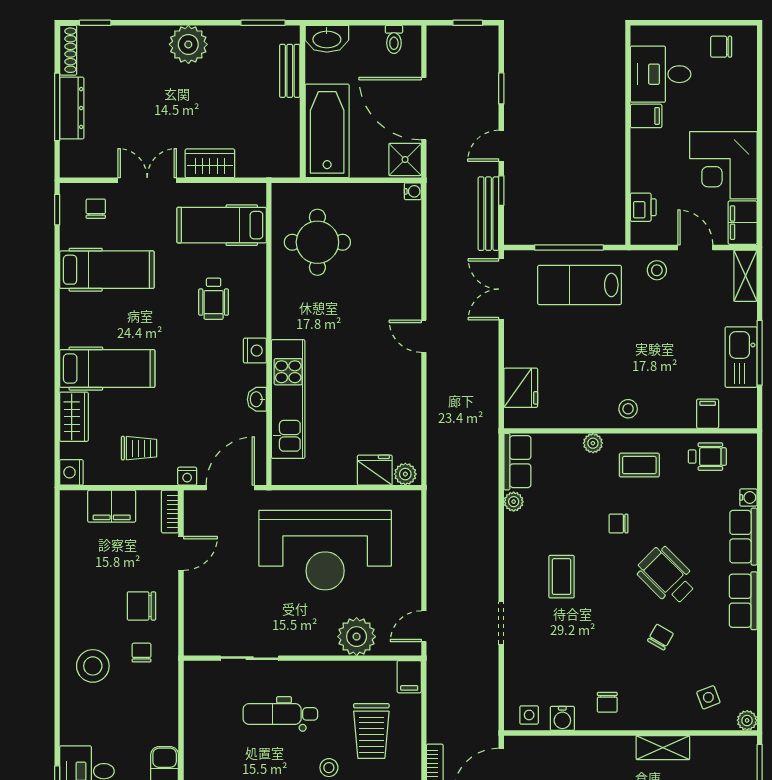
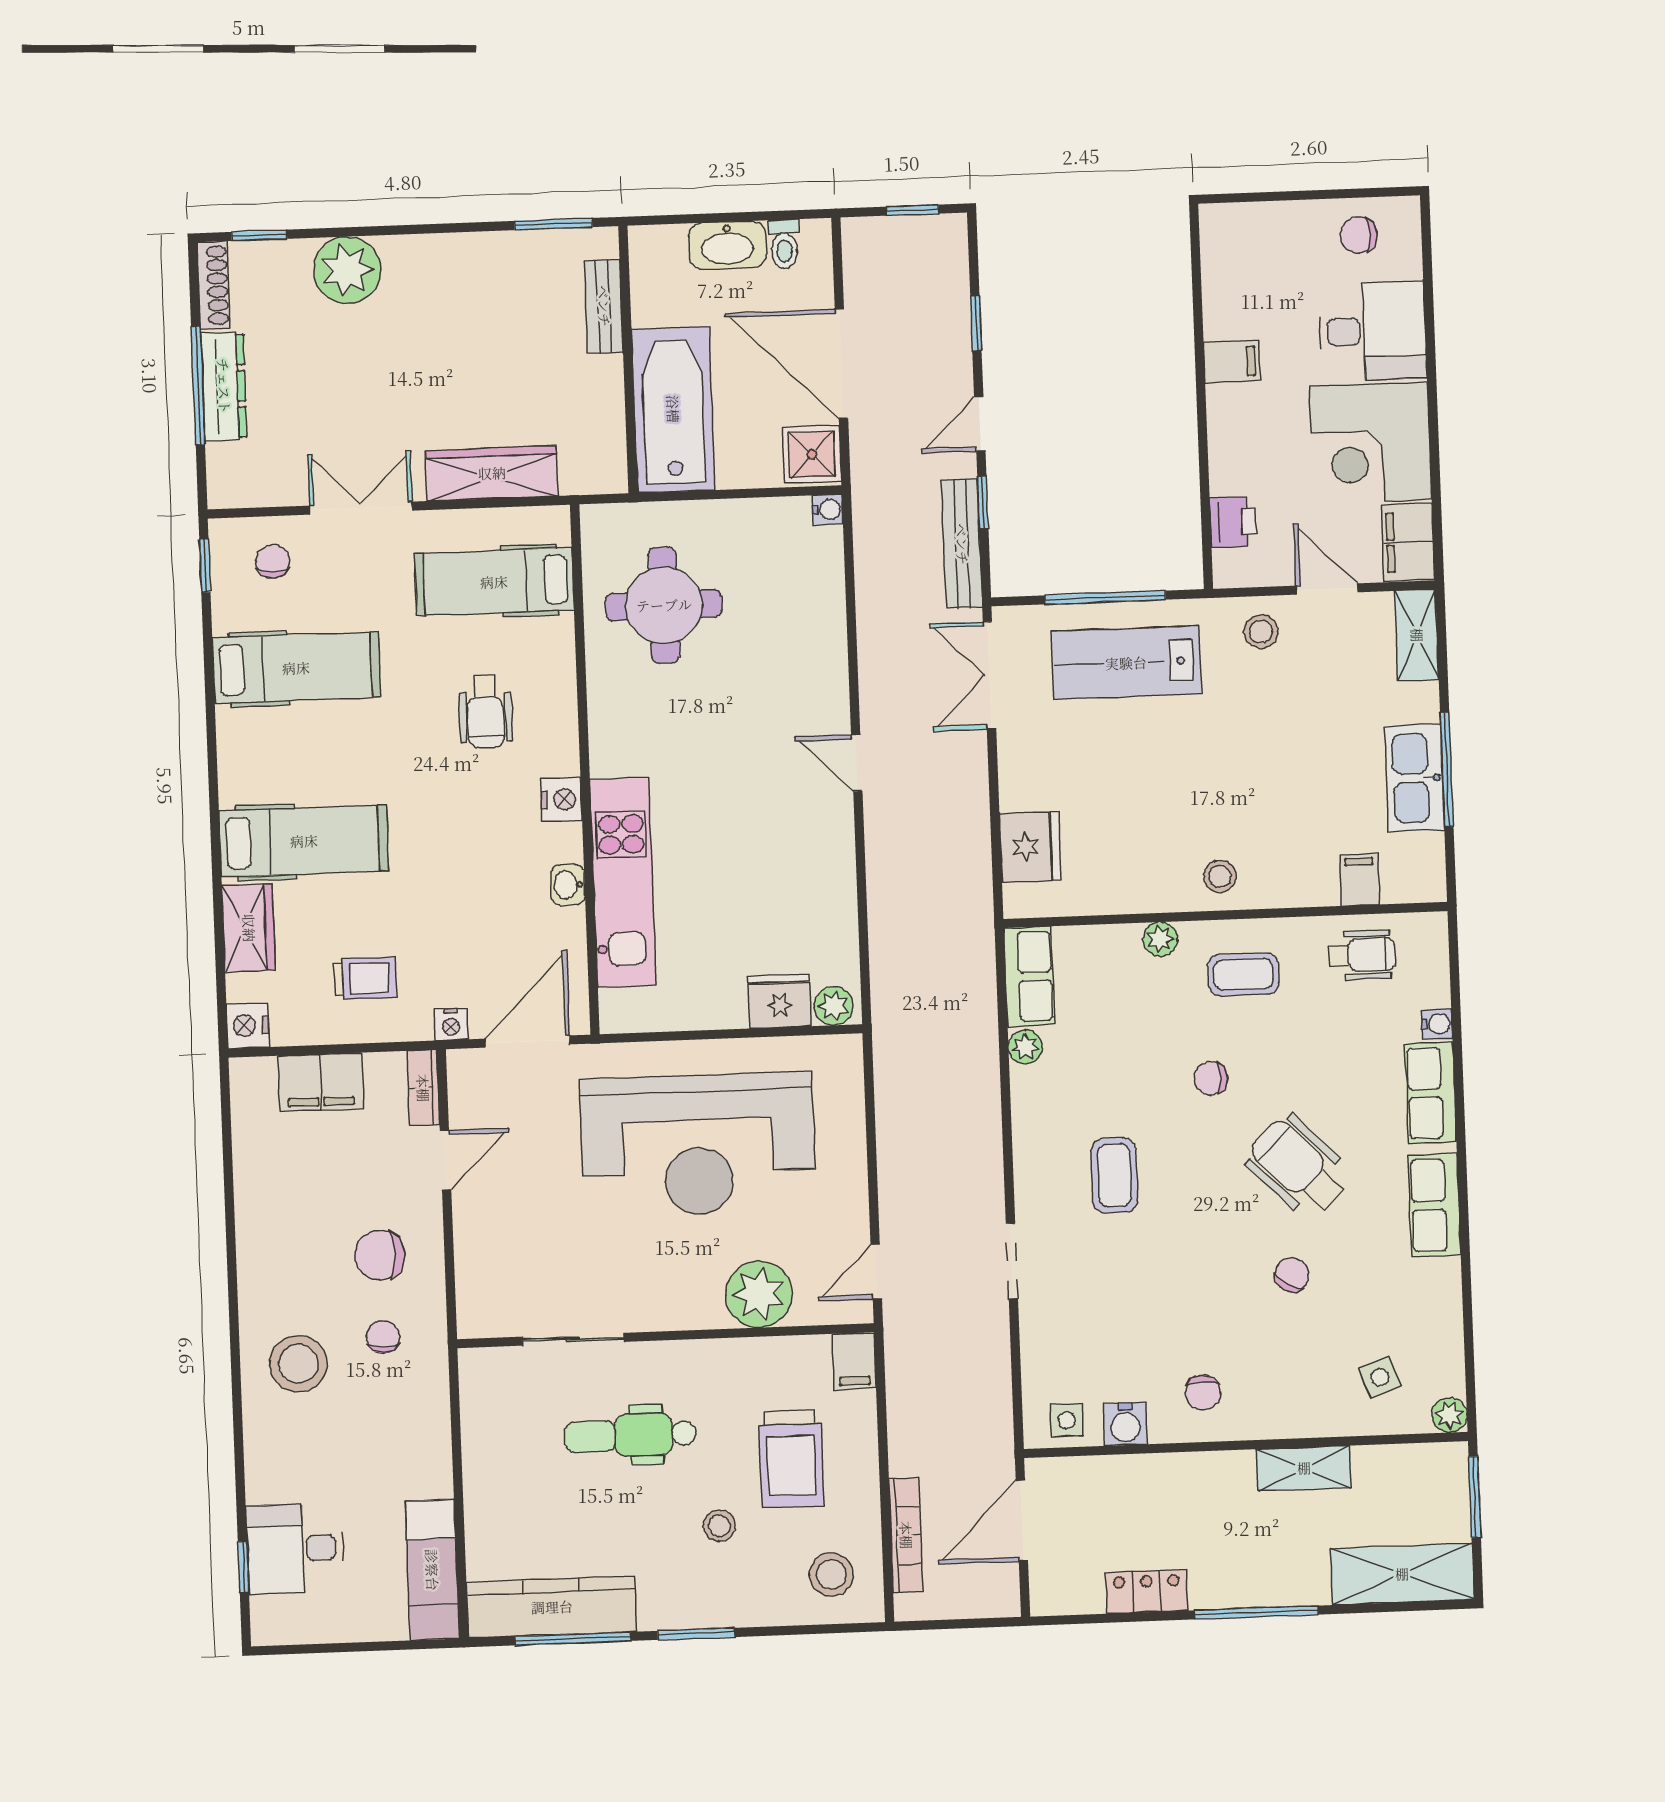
washbasin: (327, 39) -> (727, 245), moved
plant: (188, 44) -> (347, 270), moved
desk: (661, 74) -> (1372, 331), moved, turned 180
wardrobe: (210, 163) -> (492, 473), width x1.50

